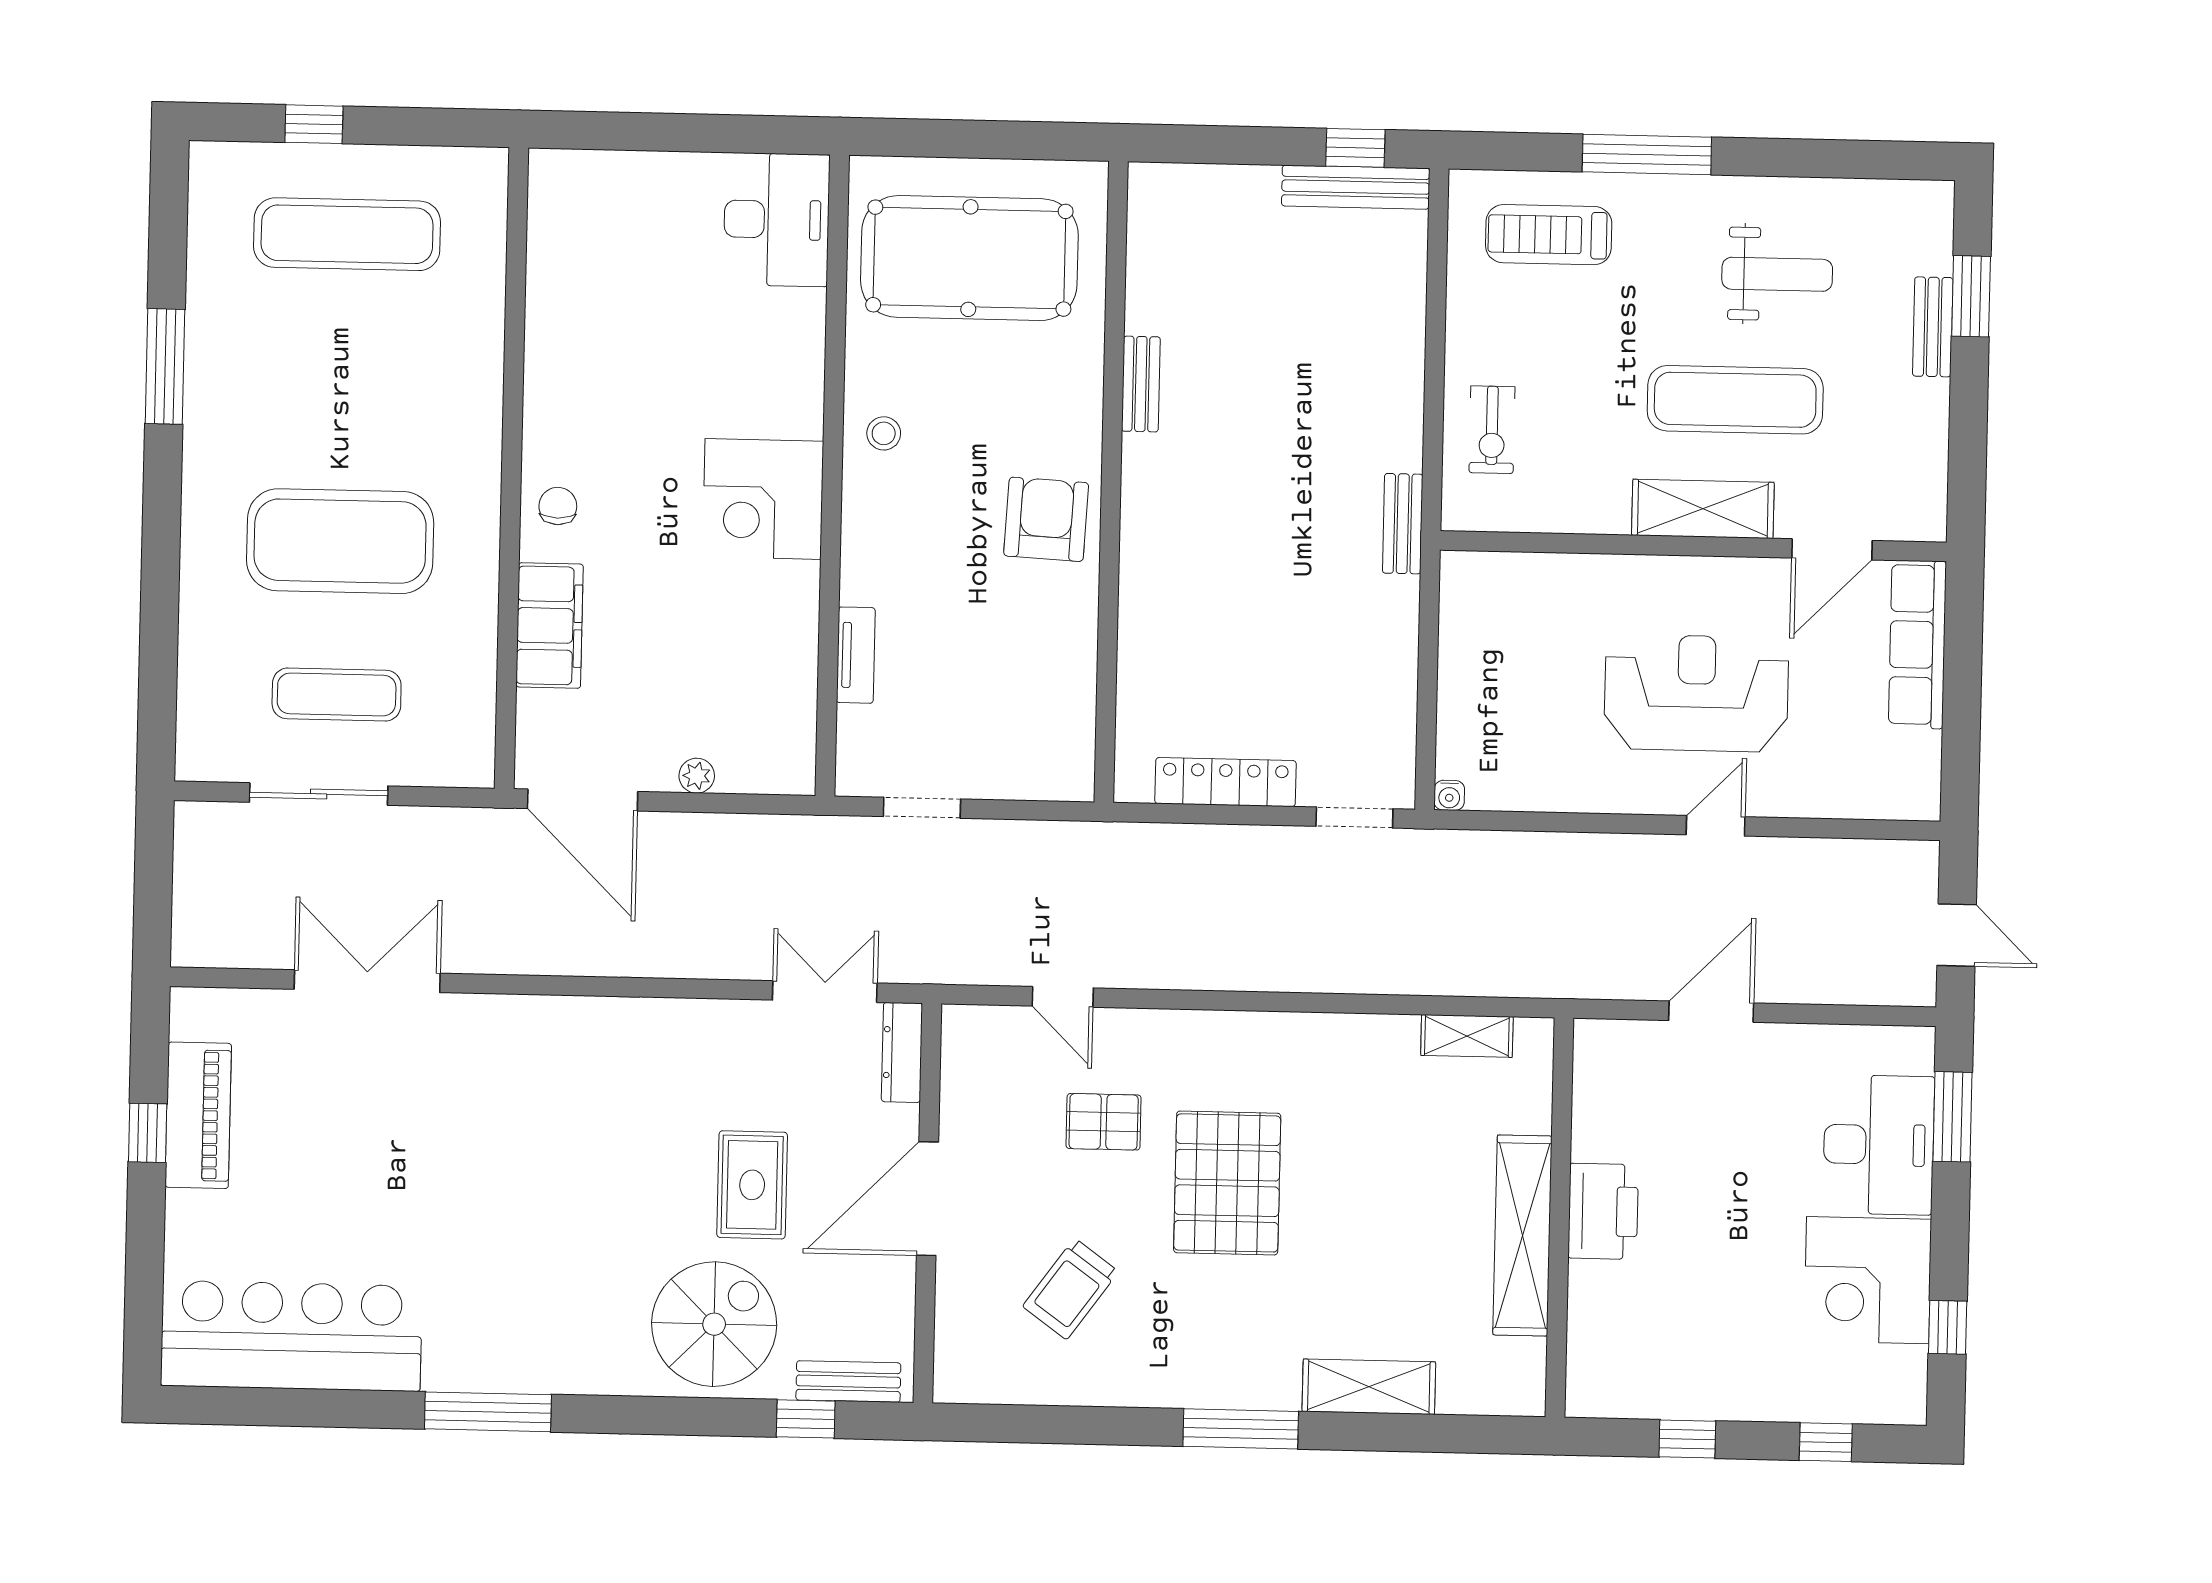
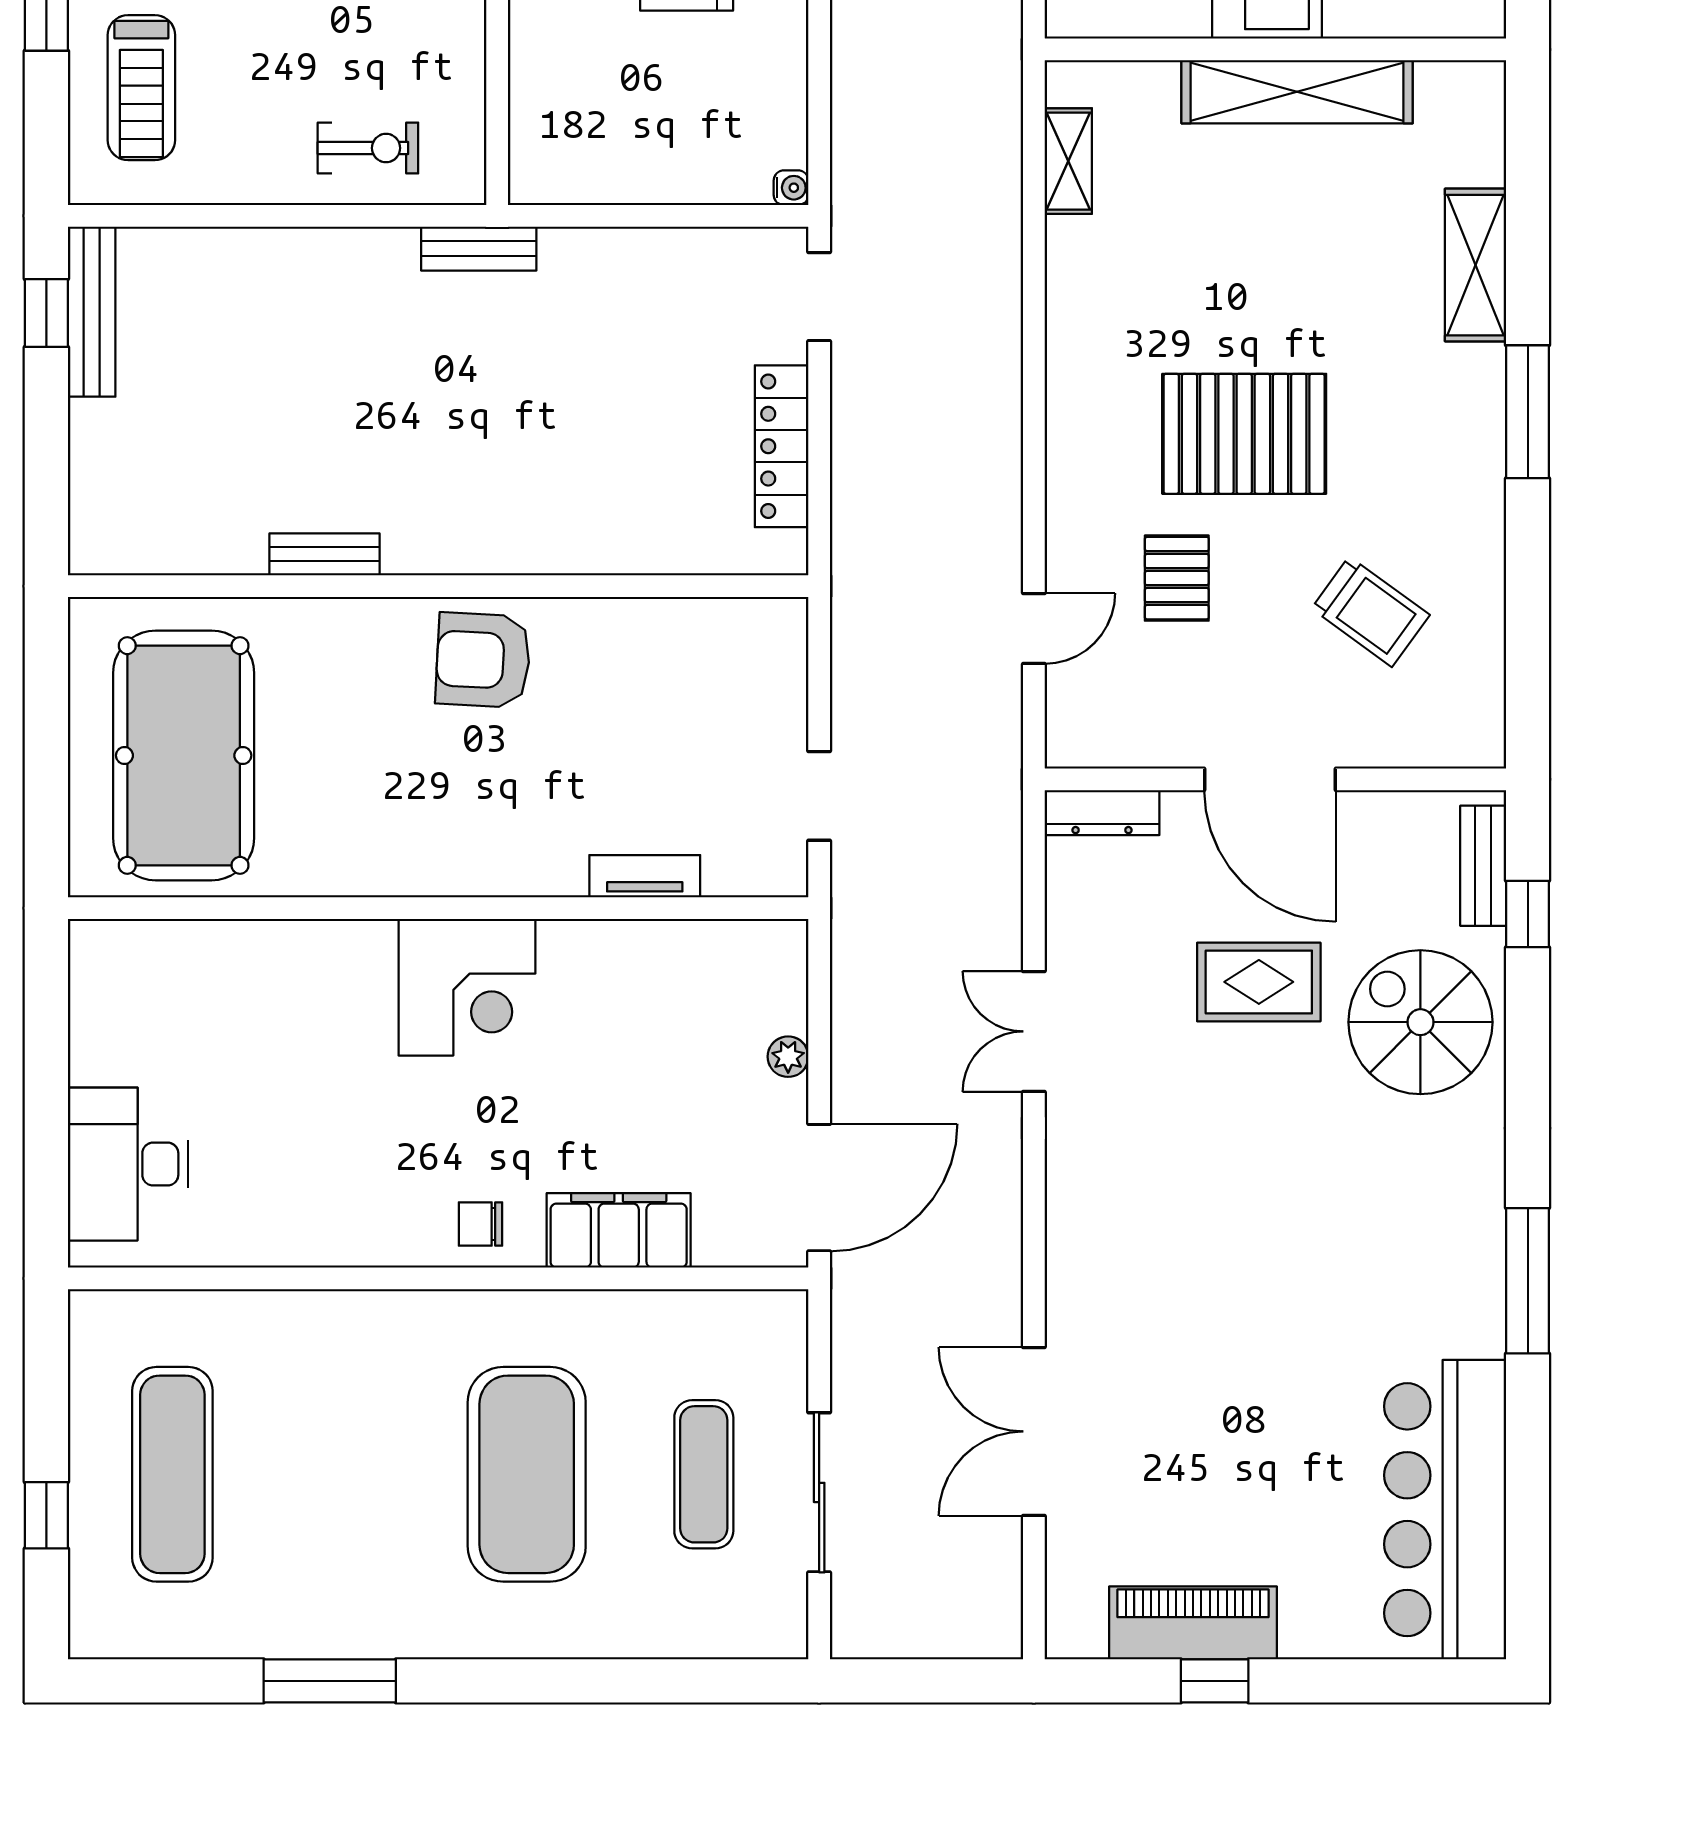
desk: (777, 220) -> (128, 1164), moved, turned -90
stool: (884, 433) -> (388, 850), removed
double door: (825, 992) -> (1034, 1031), moved

